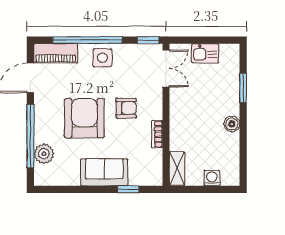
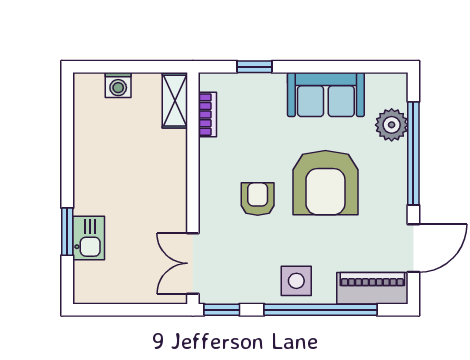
kitchen sink: (205, 53) -> (89, 238), moved, turned 90
armchair: (126, 108) -> (258, 199), turned 90
boiler: (232, 124) -> (86, 173), removed
bookcase: (157, 134) -> (207, 115), moved
sofa: (104, 172) -> (326, 95), moved

